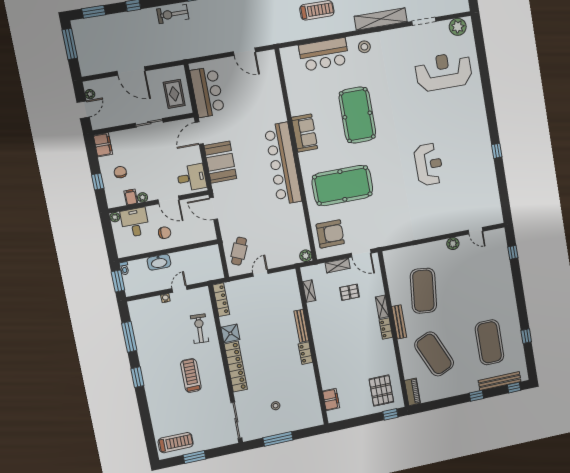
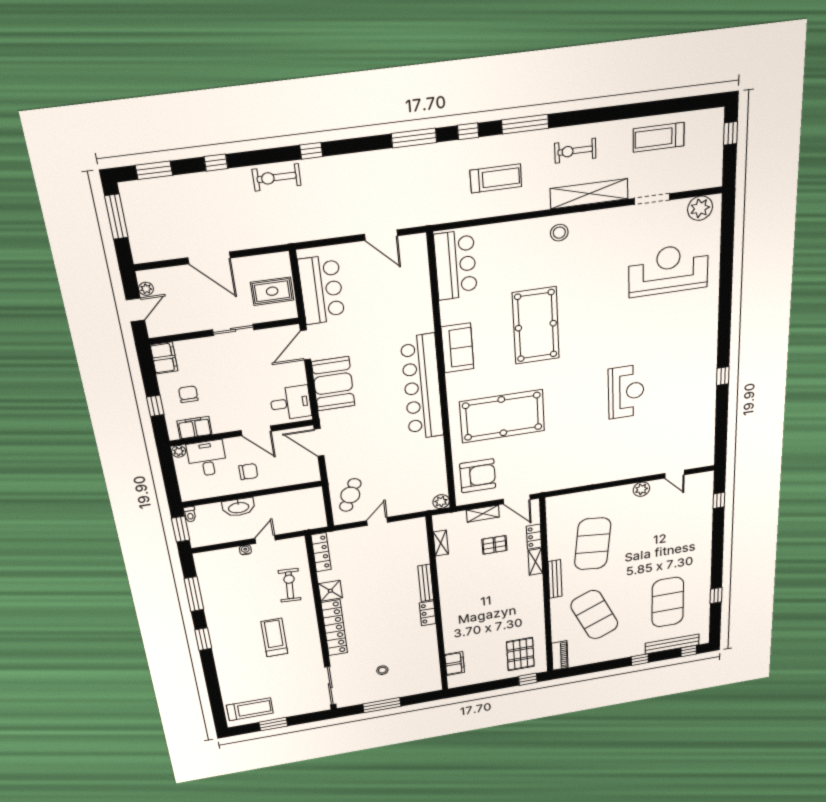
bar counter: (324, 54) -> (456, 265), moved, turned -90
rug: (174, 94) -> (272, 291), turned 90
filing cabinet: (131, 197) -> (194, 428), width x2.00
plant: (143, 197) -> (219, 427), removed
locker: (386, 329) -> (534, 537), moved

